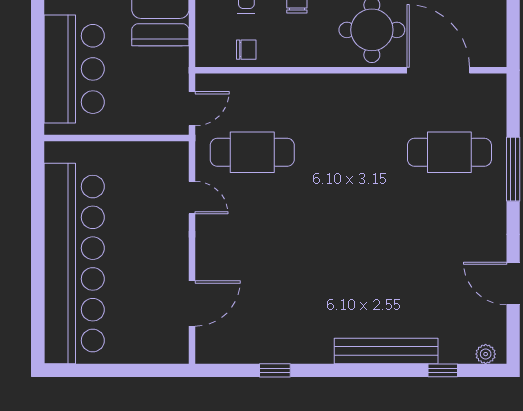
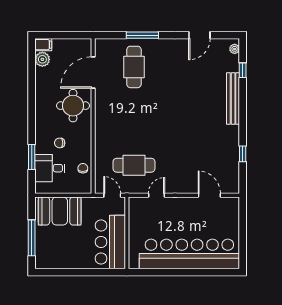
bar counter: (74, 69) -> (110, 242), moved, turned -90
cafe table: (252, 152) -> (134, 165), turned 90

